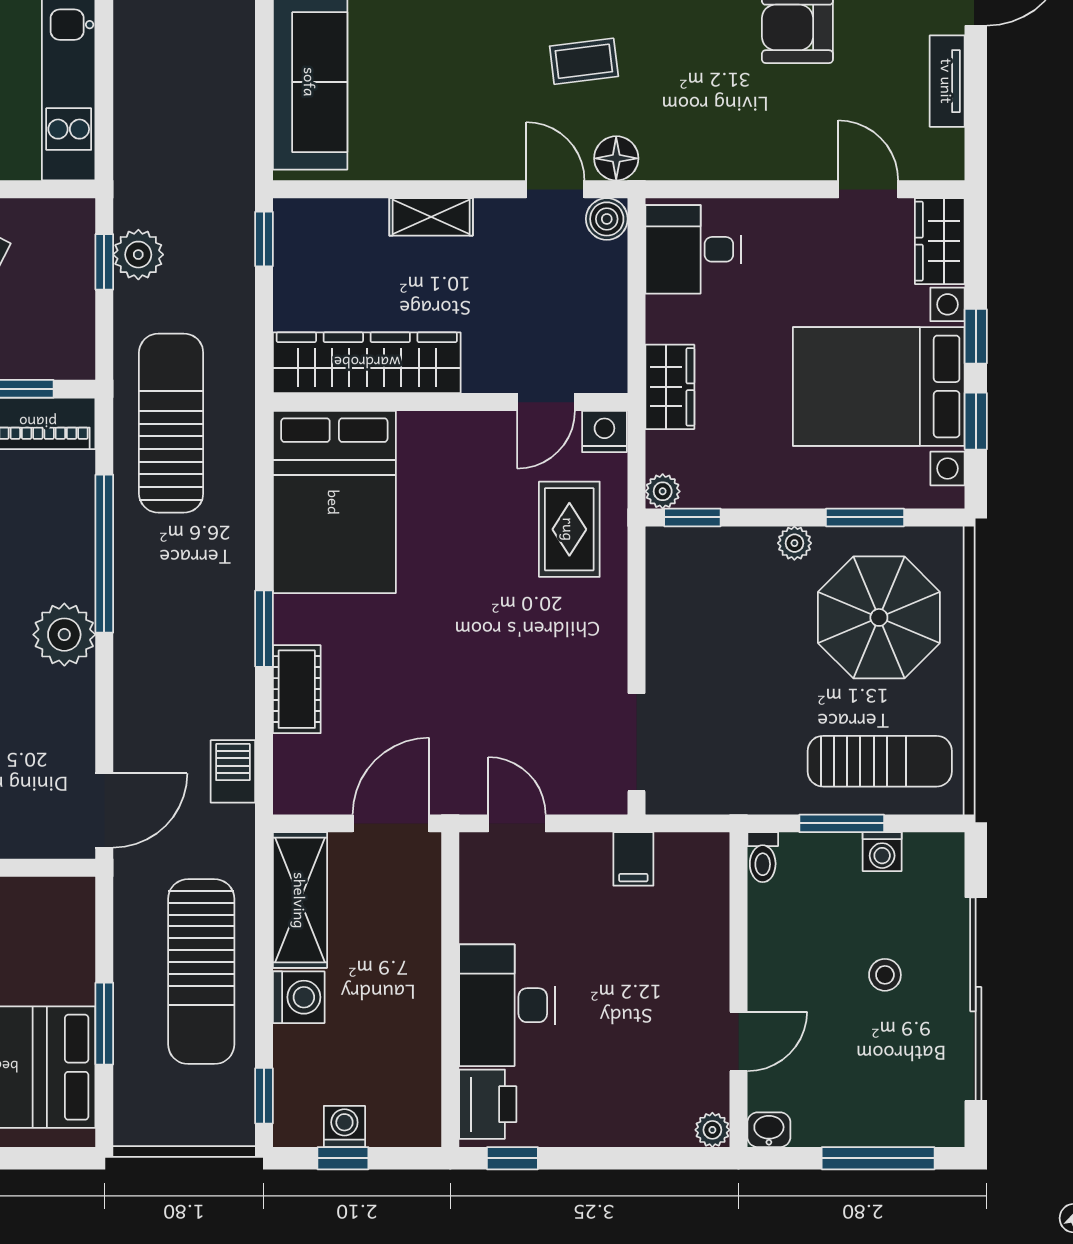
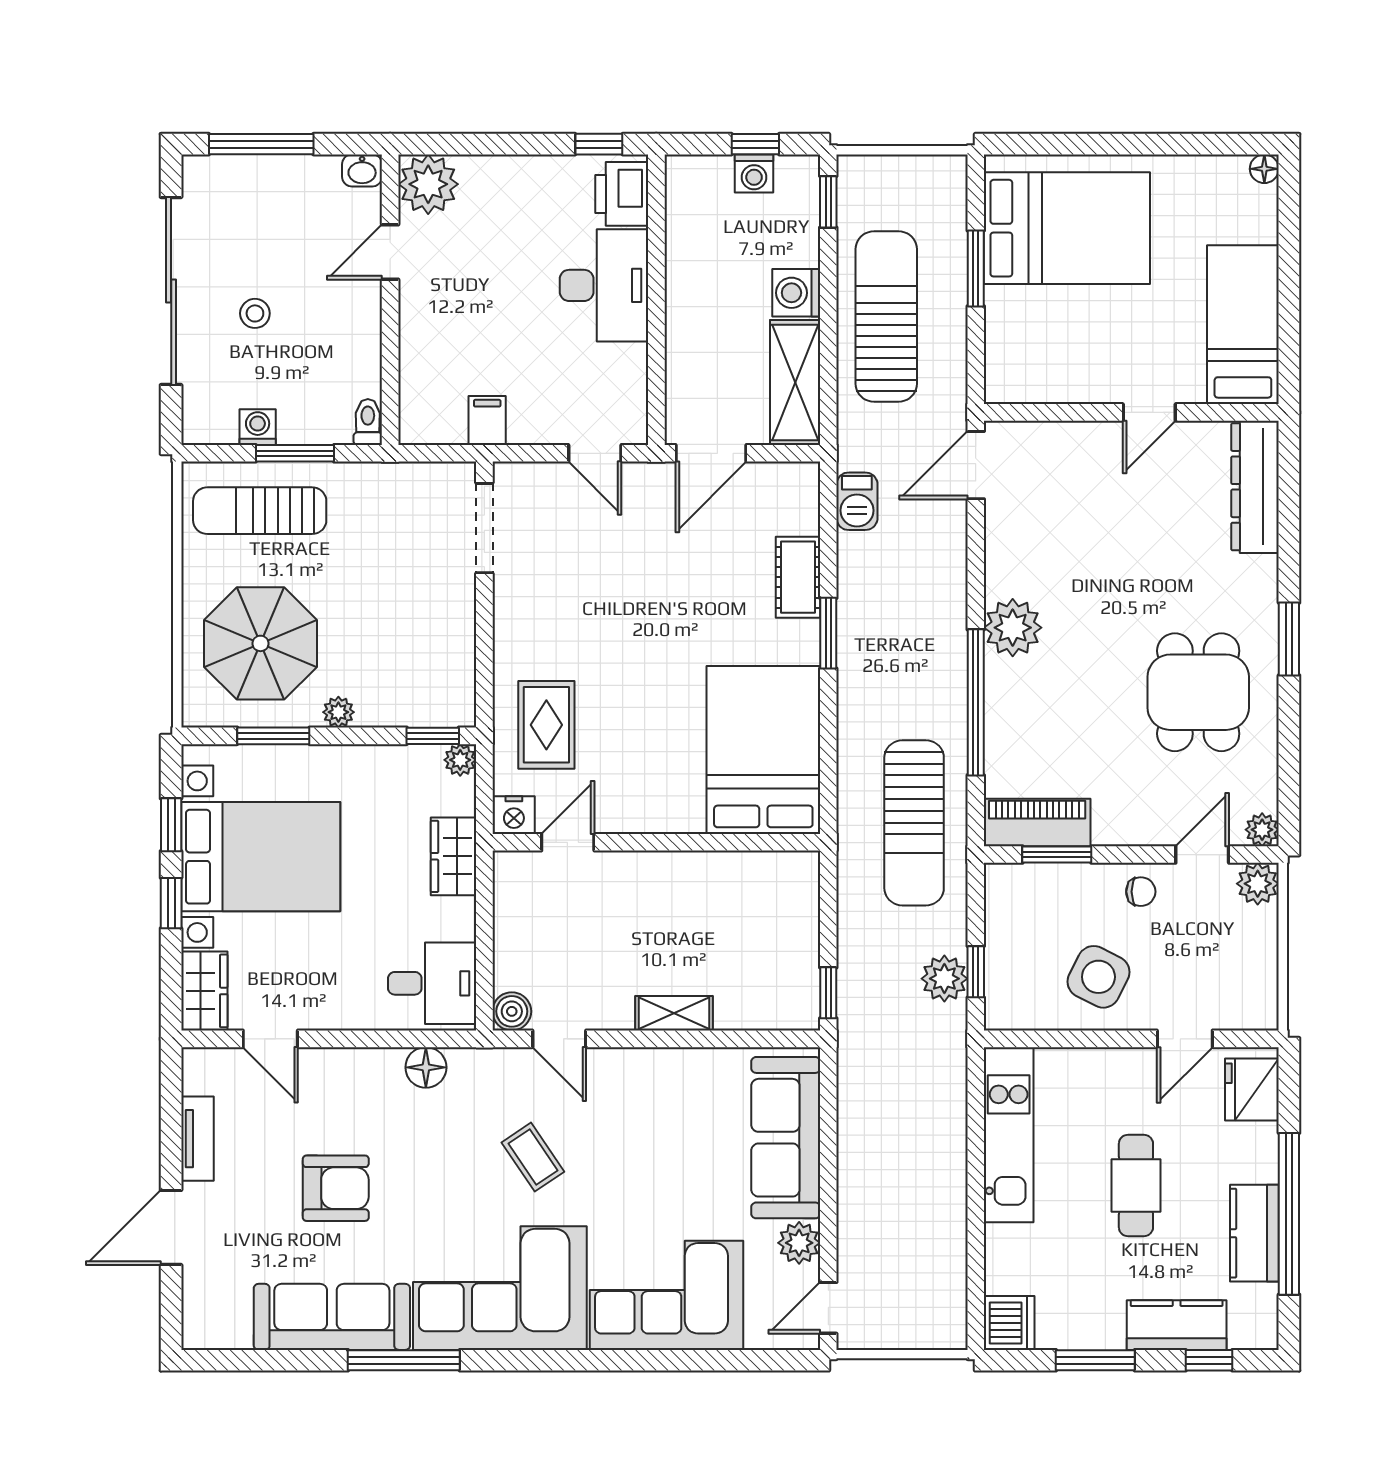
coffee table: (584, 61) -> (533, 1157), turned 63
floor lamp: (616, 158) -> (426, 1067), moved
wardrobe: (367, 363) -> (733, 879), removed
plant: (712, 1130) -> (428, 184), width x1.87, depth x1.87

